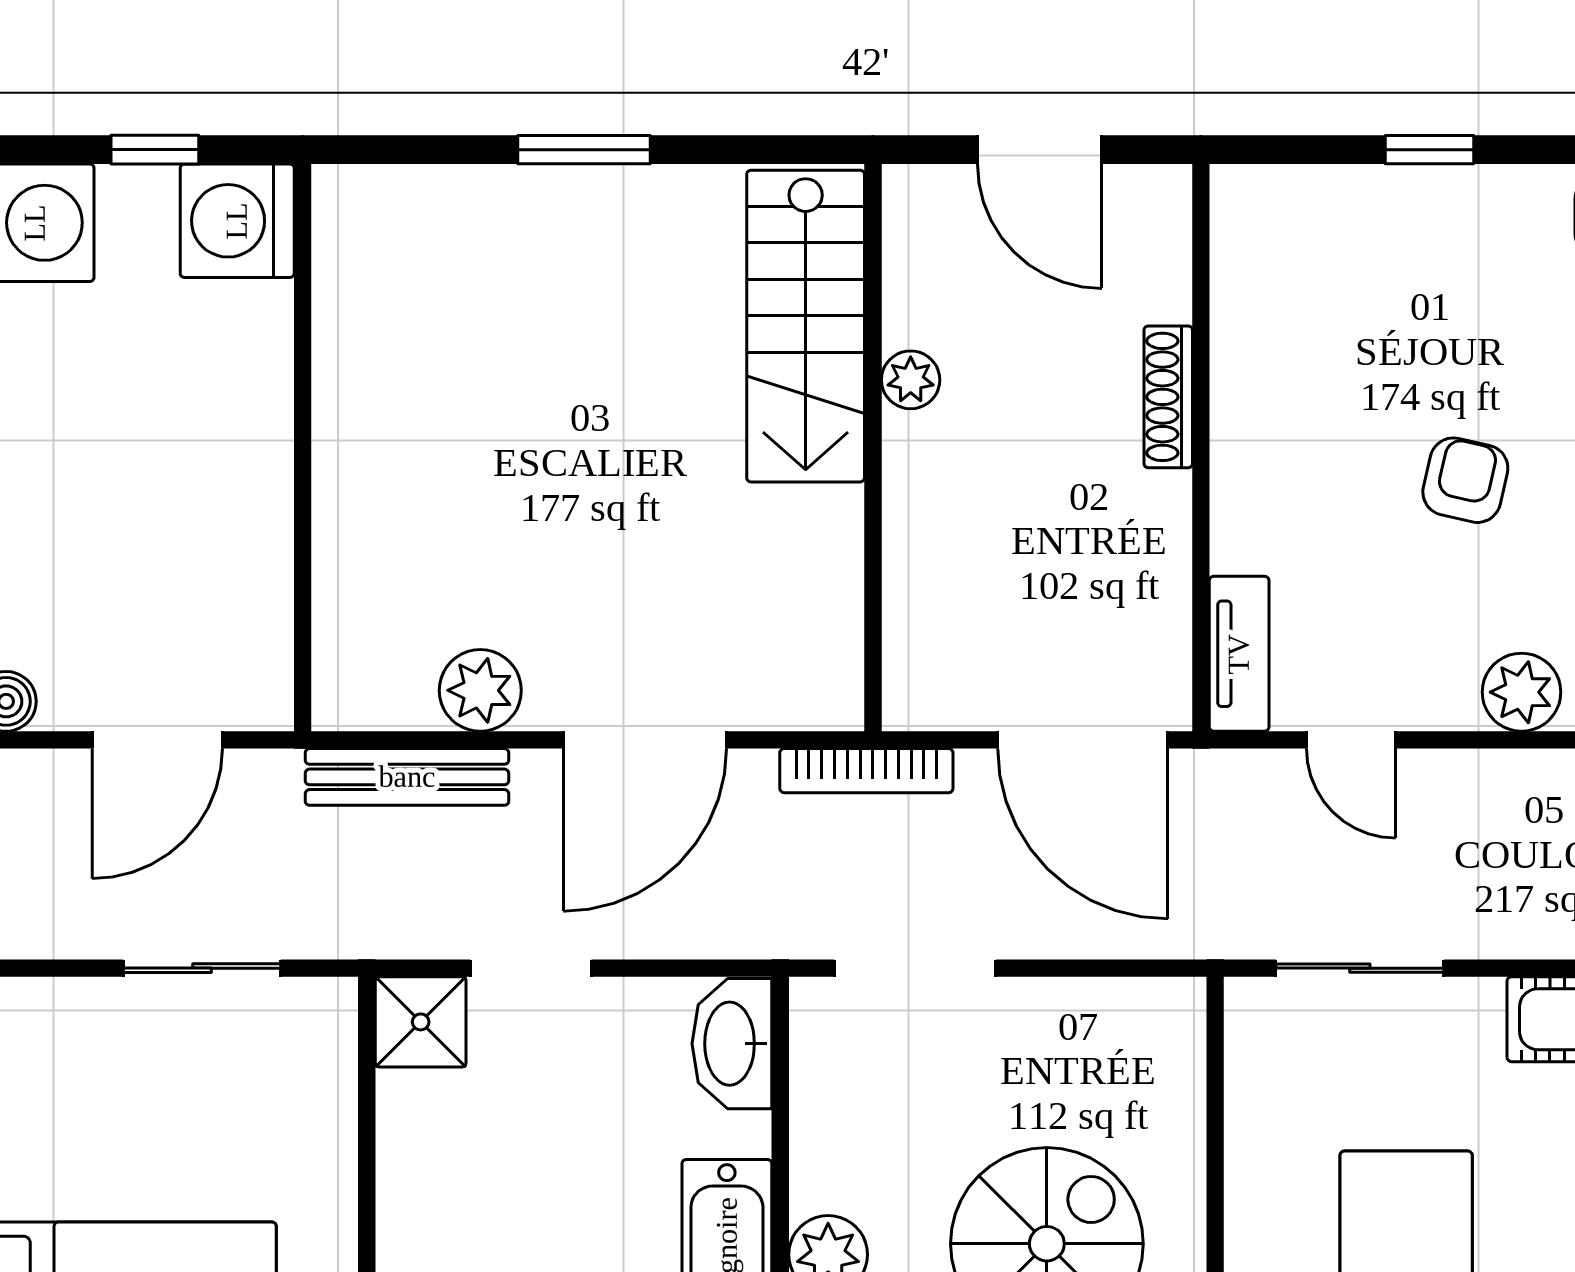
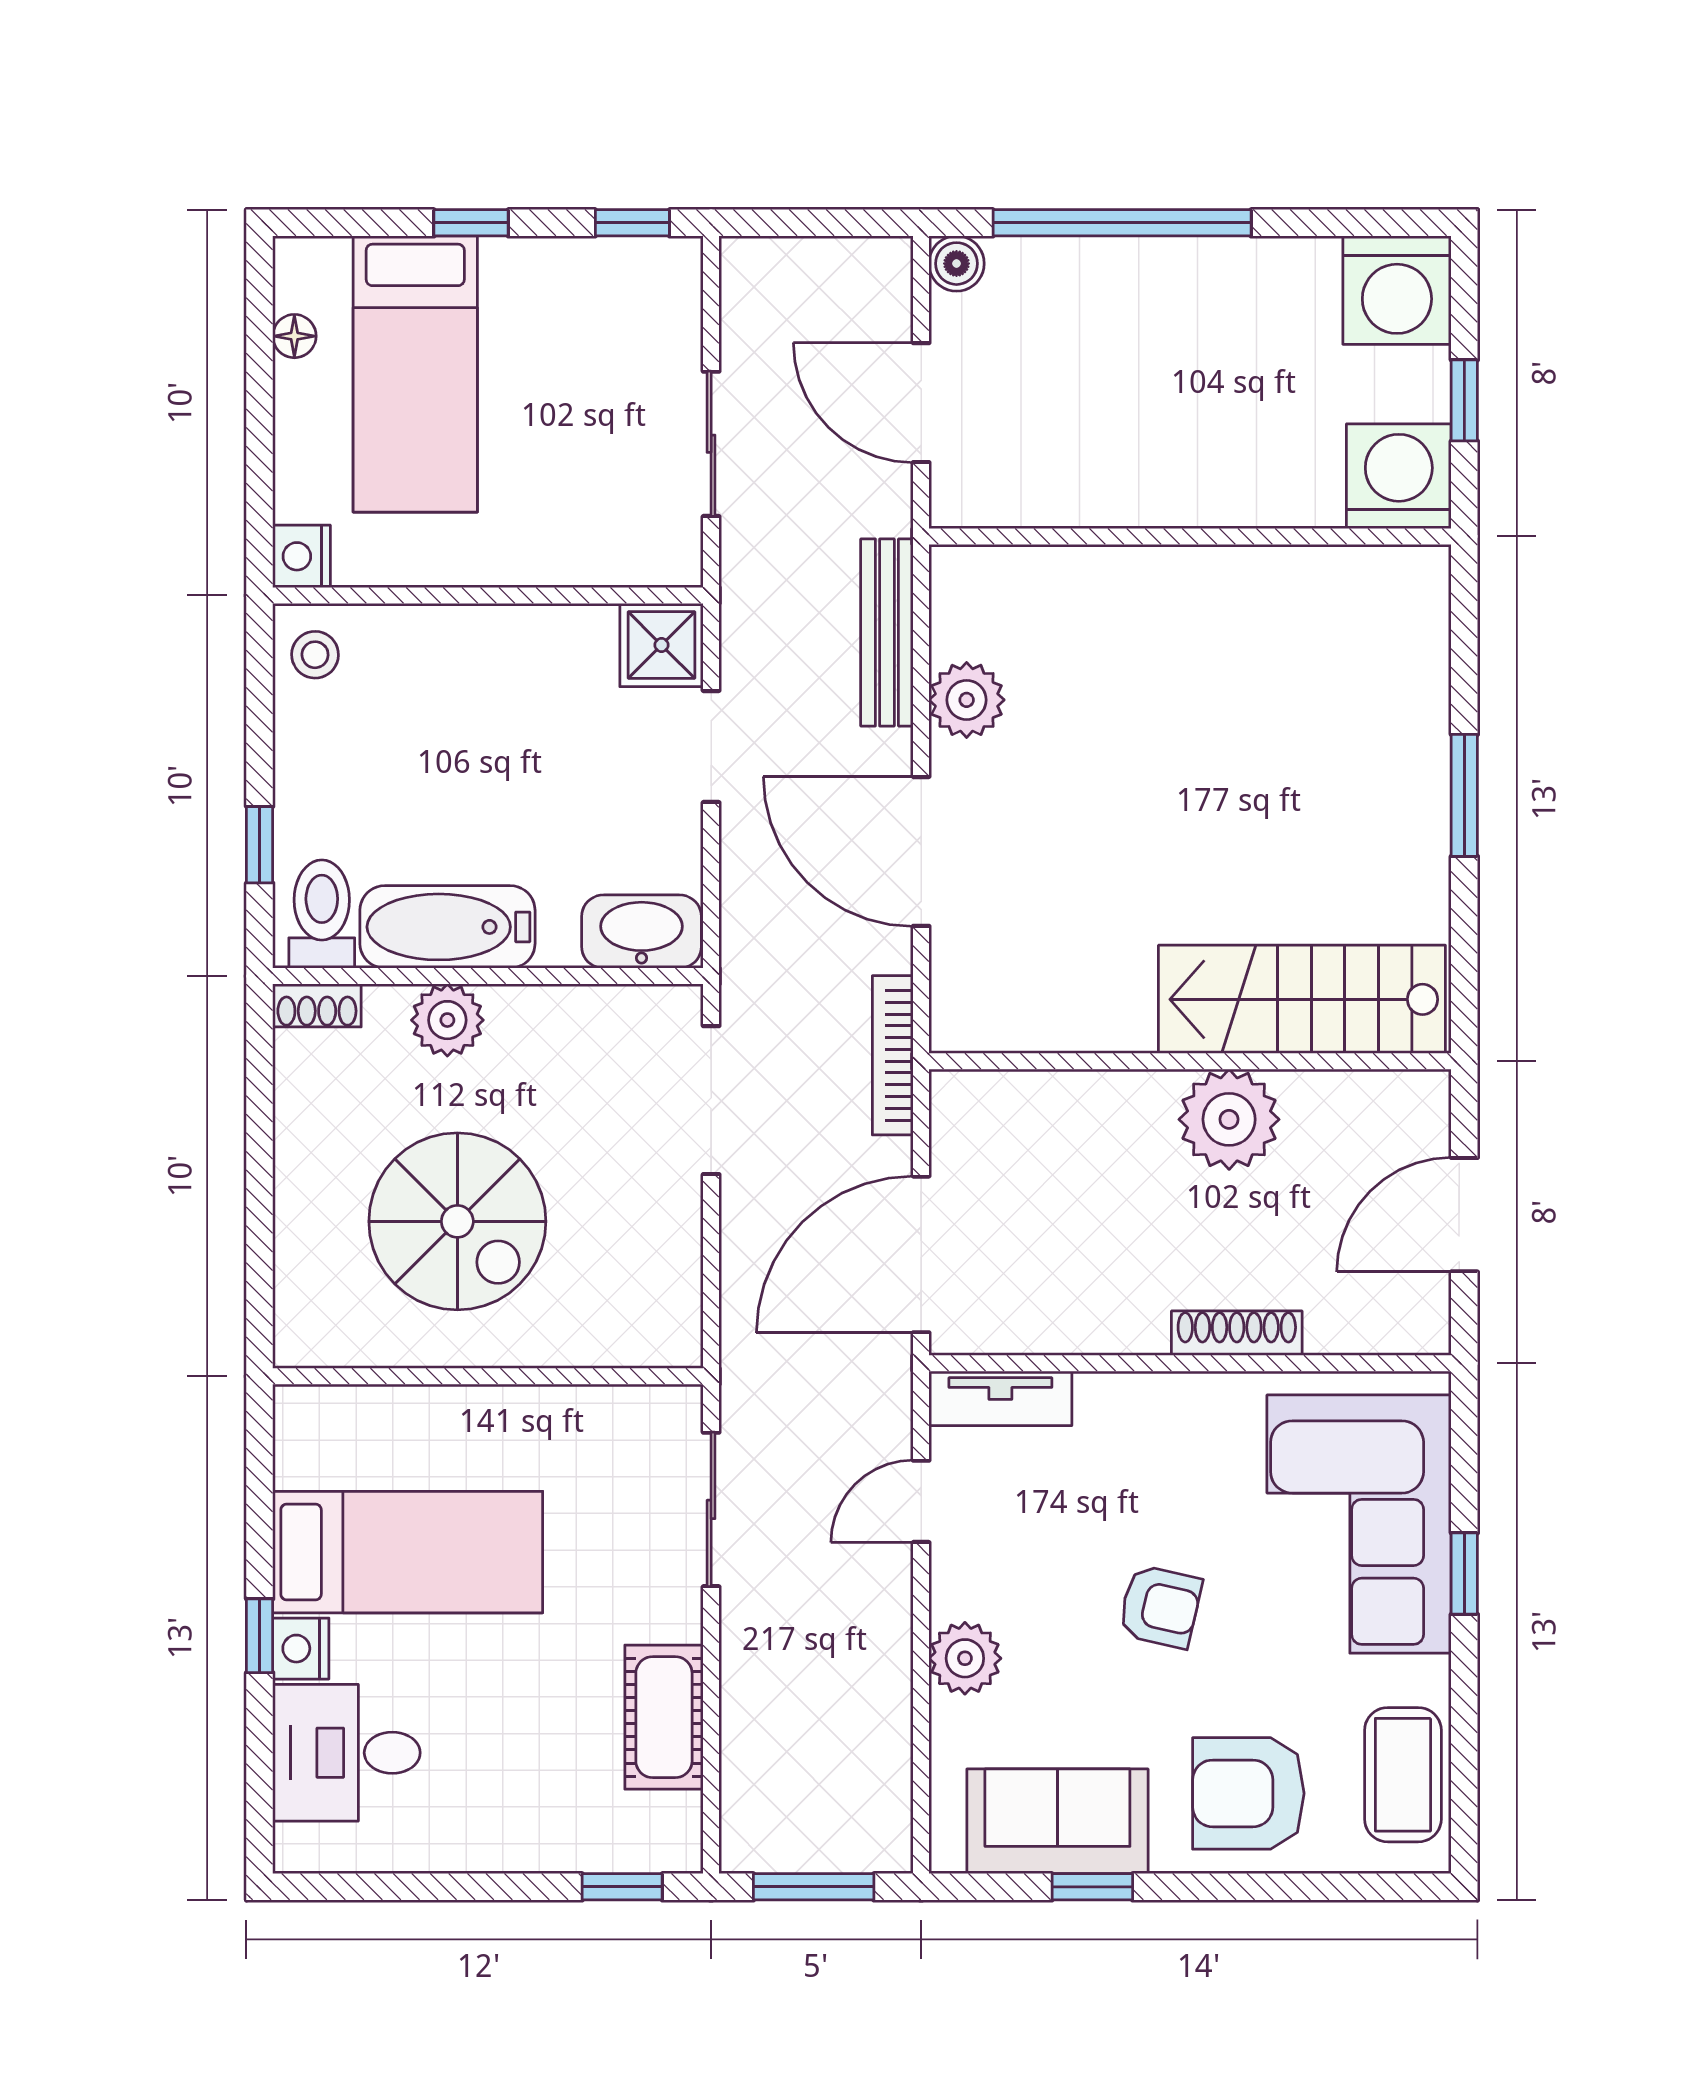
corner sofa: (1376, 264) -> (1359, 1524), added
plant: (911, 380) -> (1229, 1119), width x1.88, depth x1.88

